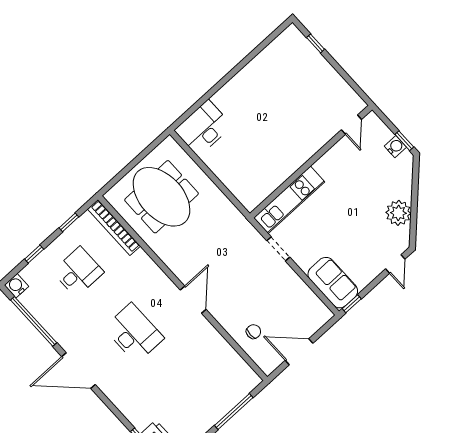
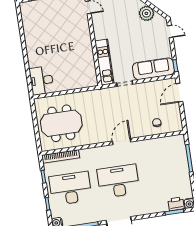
desk: (78, 272) -> (70, 188), width x1.87, depth x1.30
sofa: (333, 283) -> (153, 69), width x1.36
door: (193, 300) -> (122, 141), hinge flipped
desk: (134, 333) -> (118, 181), width x1.36, depth x1.30
door: (299, 352) -> (179, 93), moved

